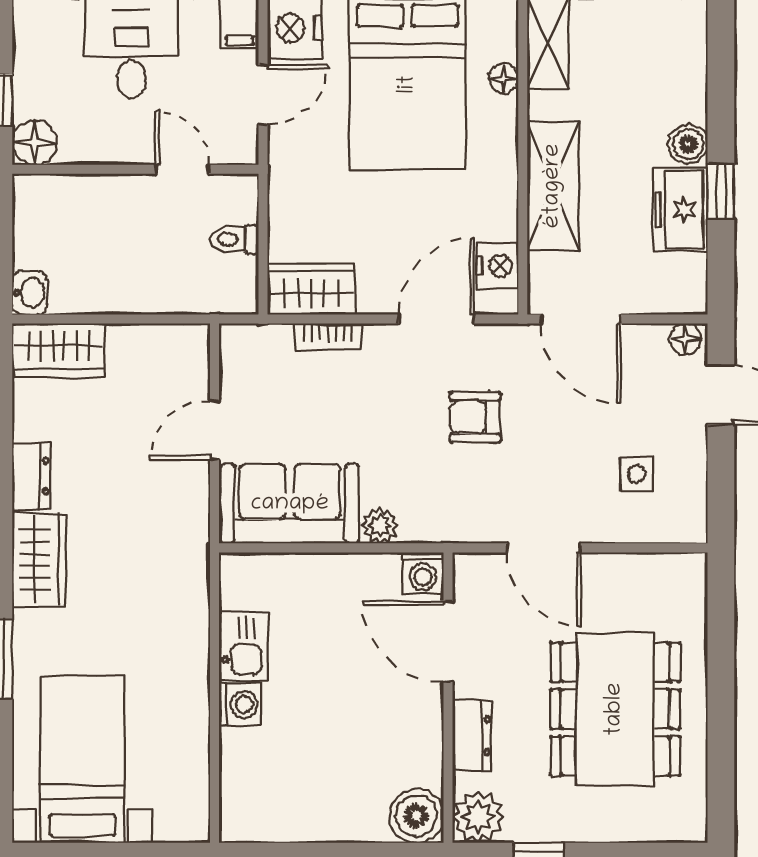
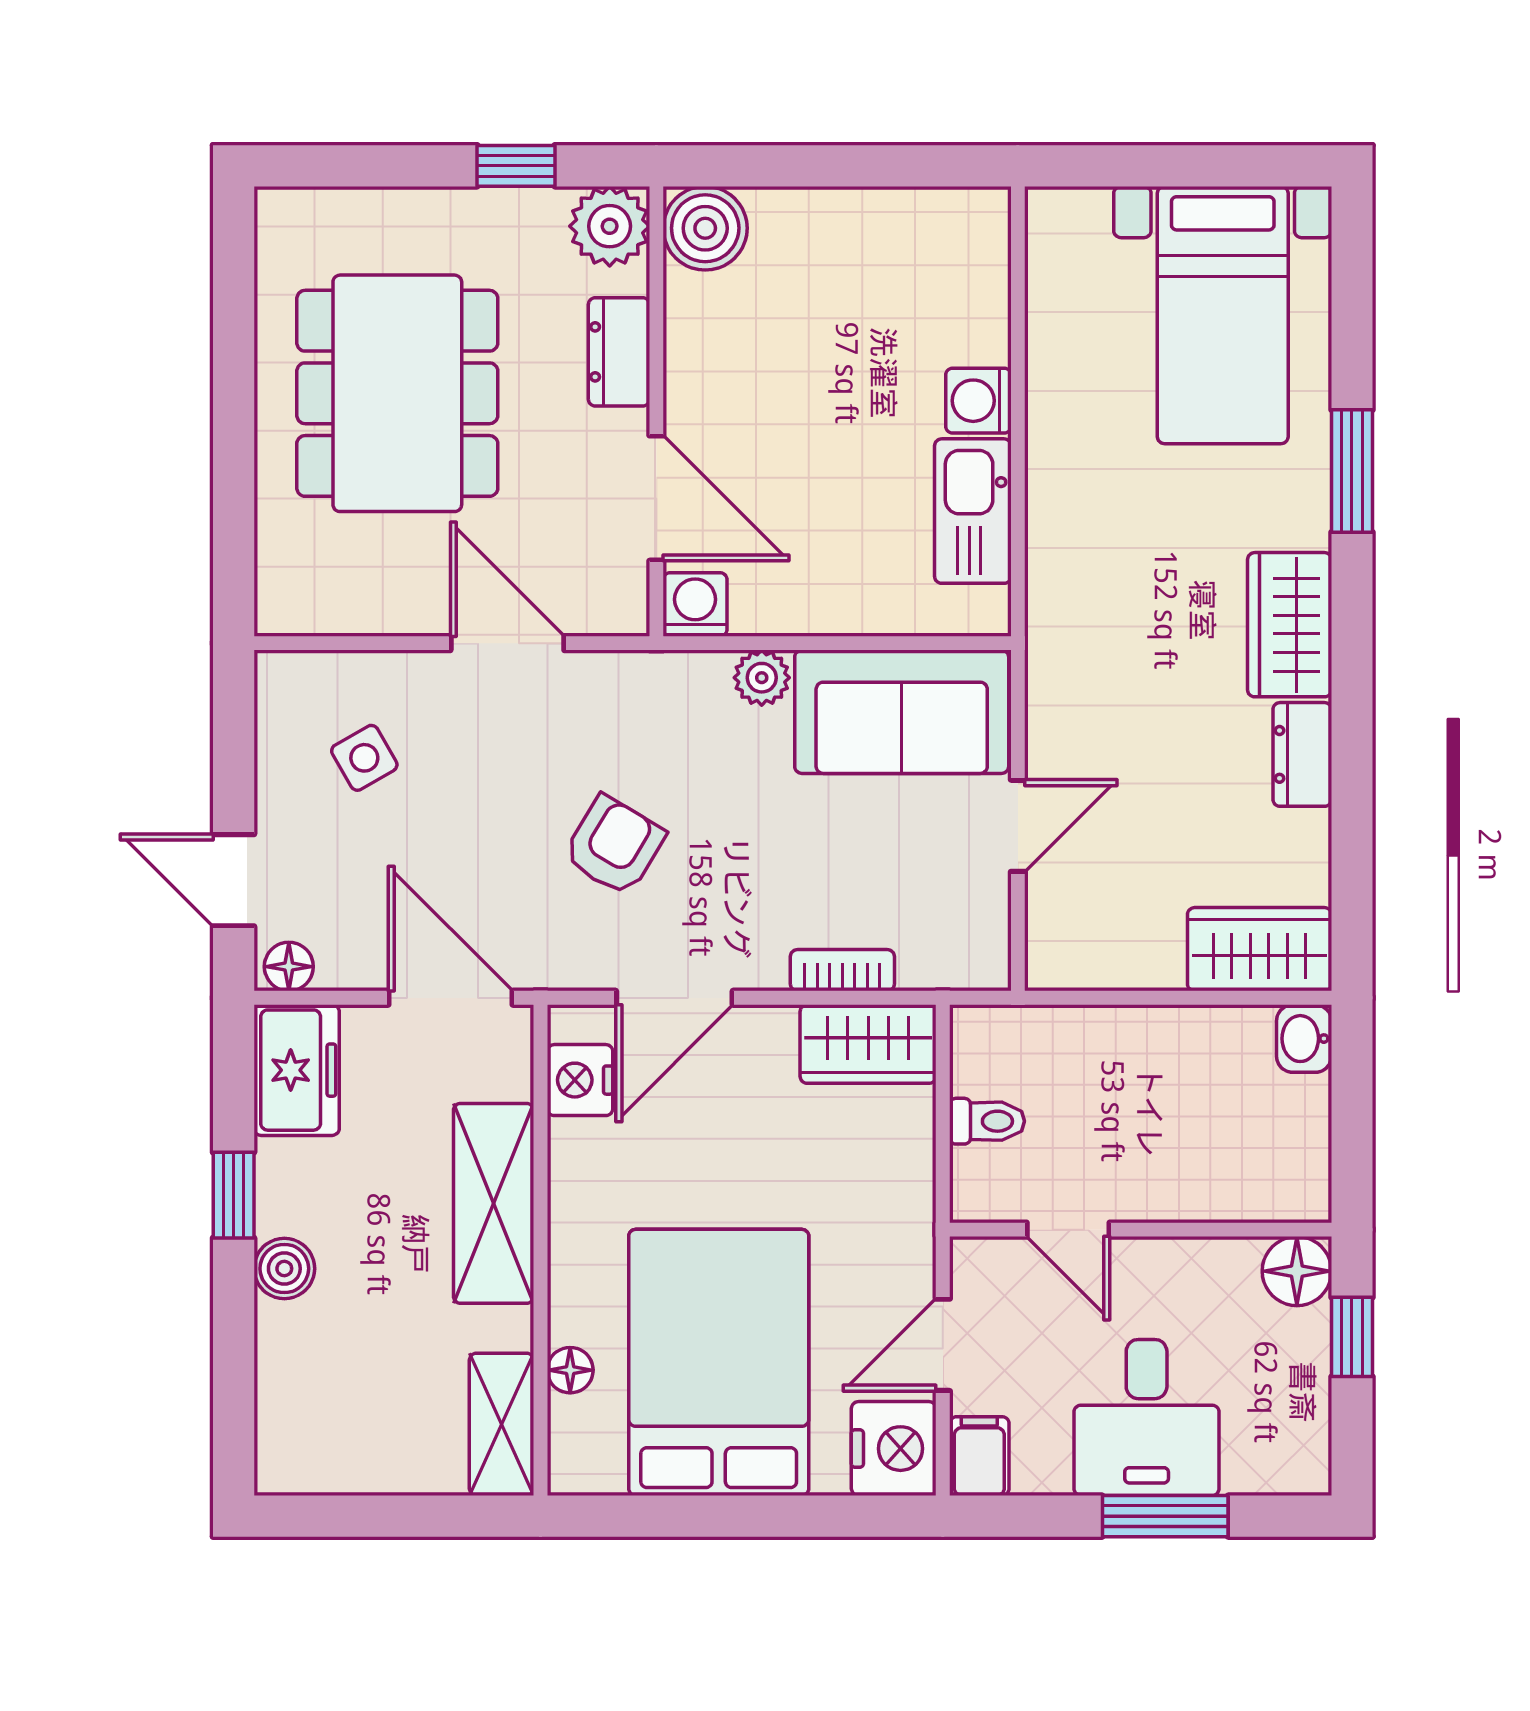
freezer: (680, 209) -> (297, 1070), moved
armchair: (475, 417) -> (614, 846), turned -59
side table: (636, 474) -> (364, 758), turned -30
kitchen sink: (244, 646) -> (973, 511), width x1.38

